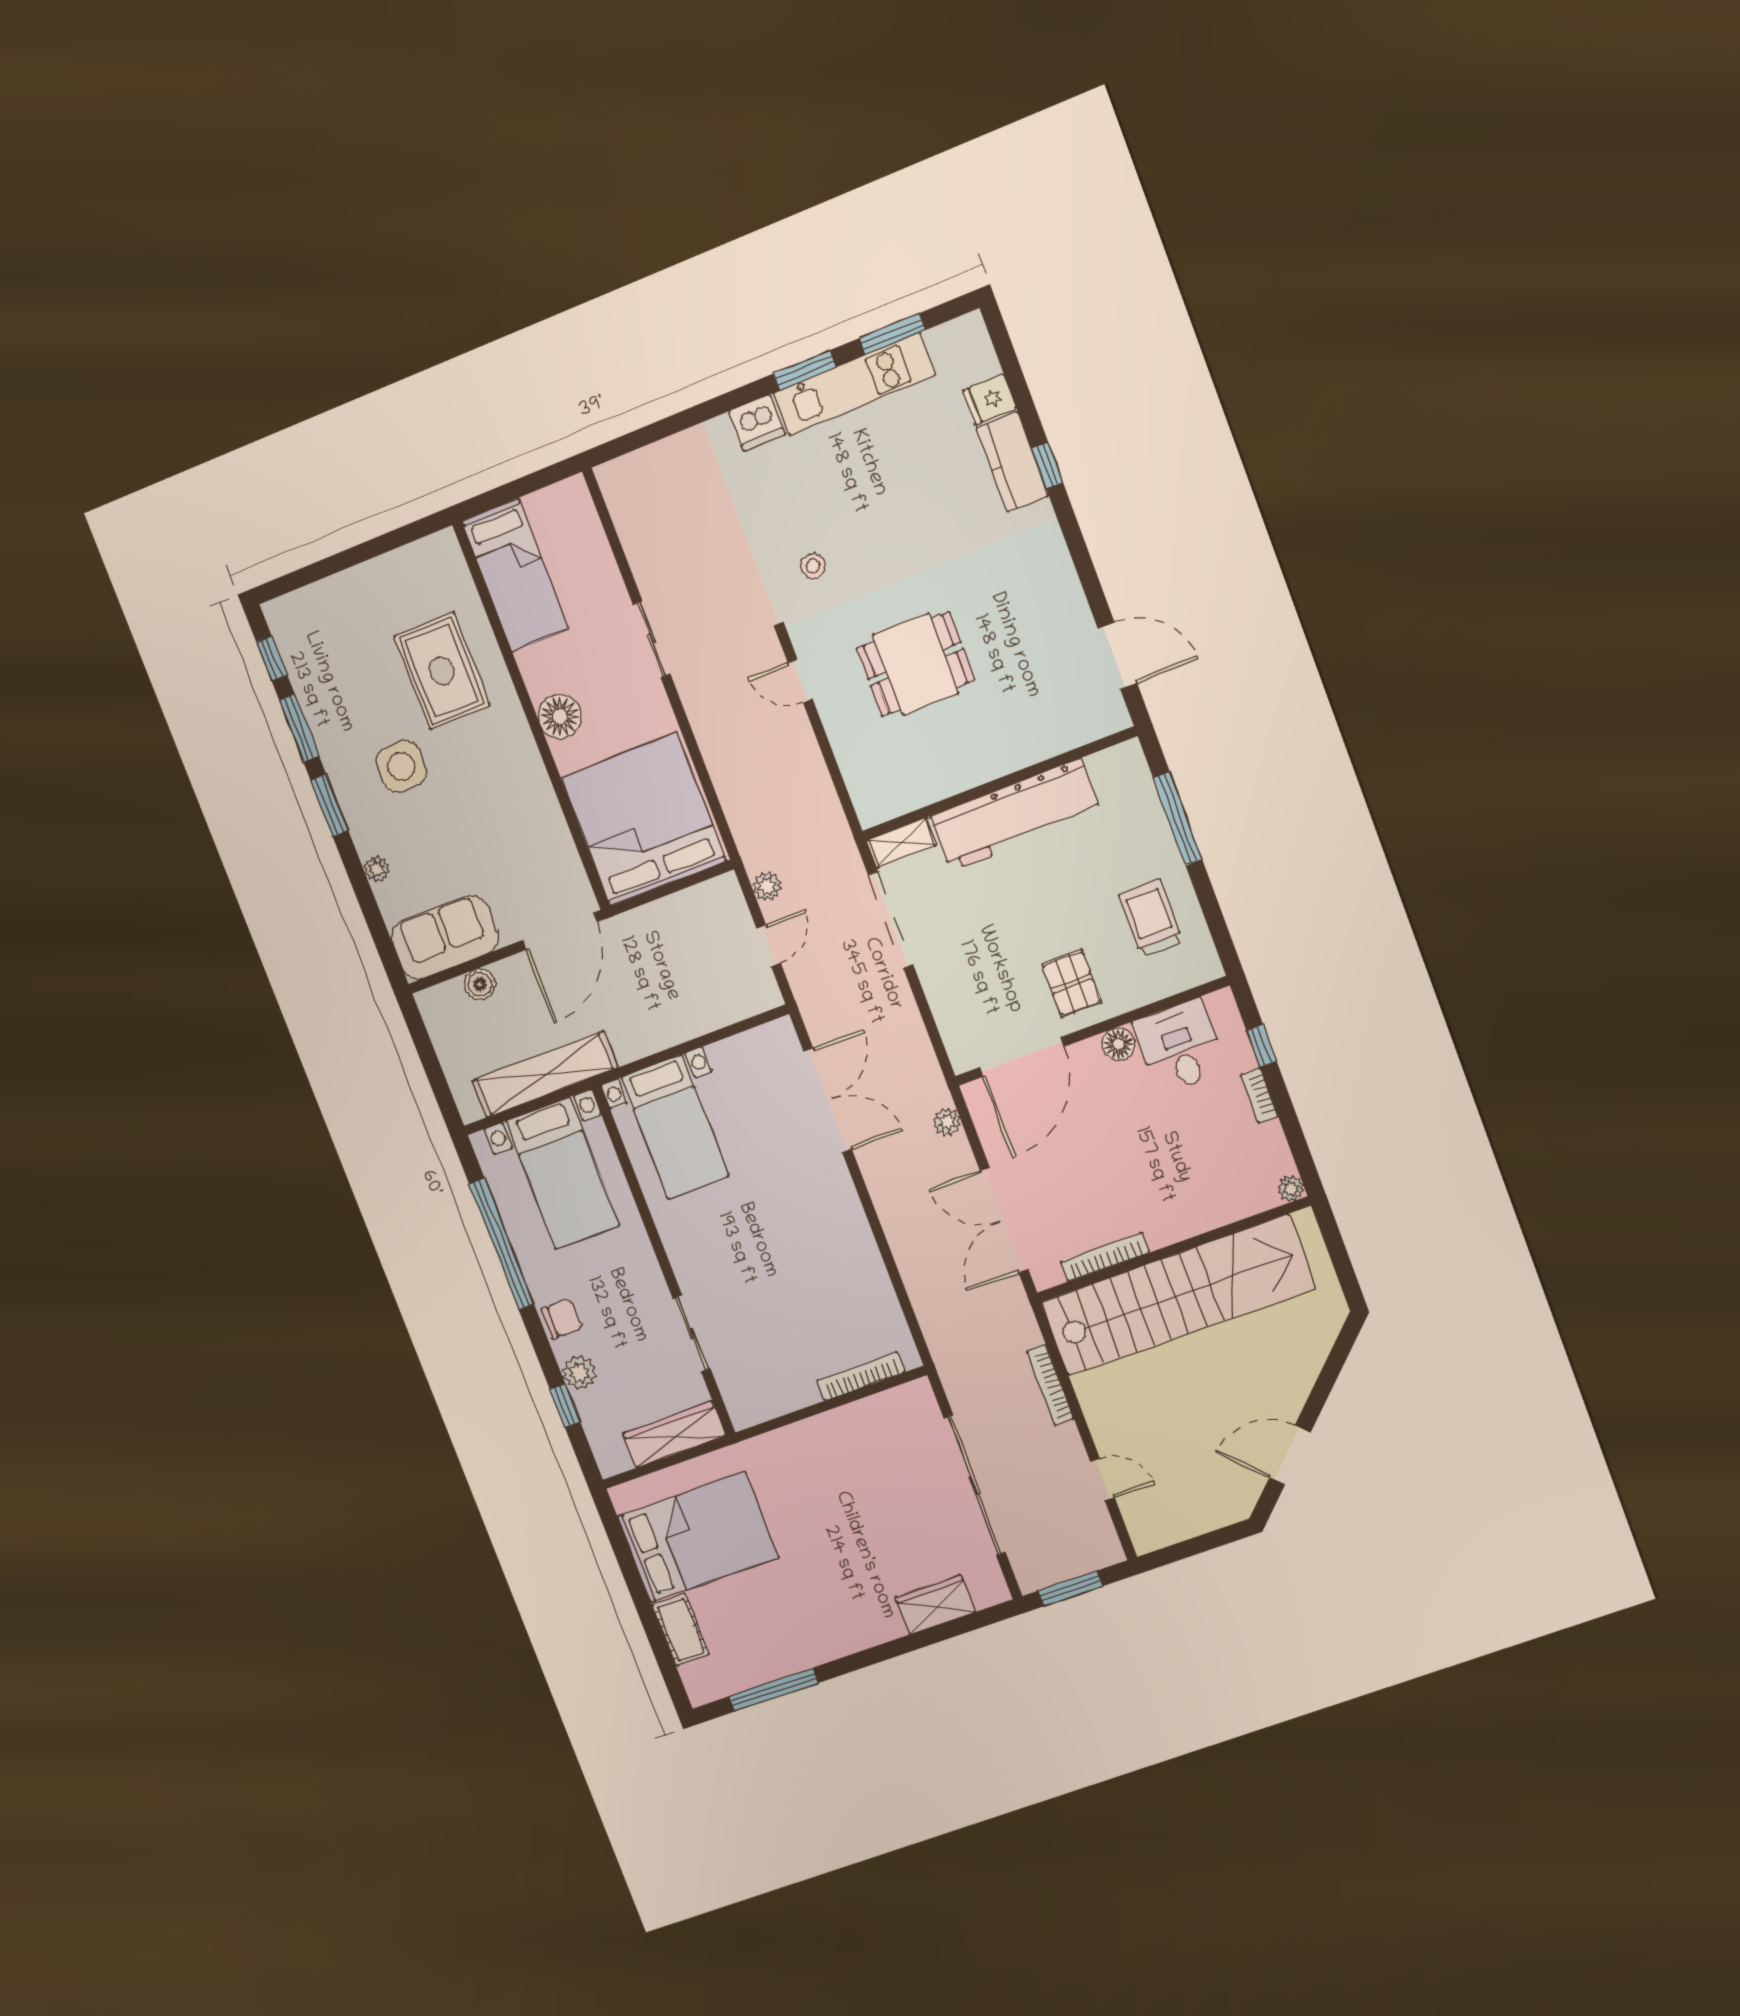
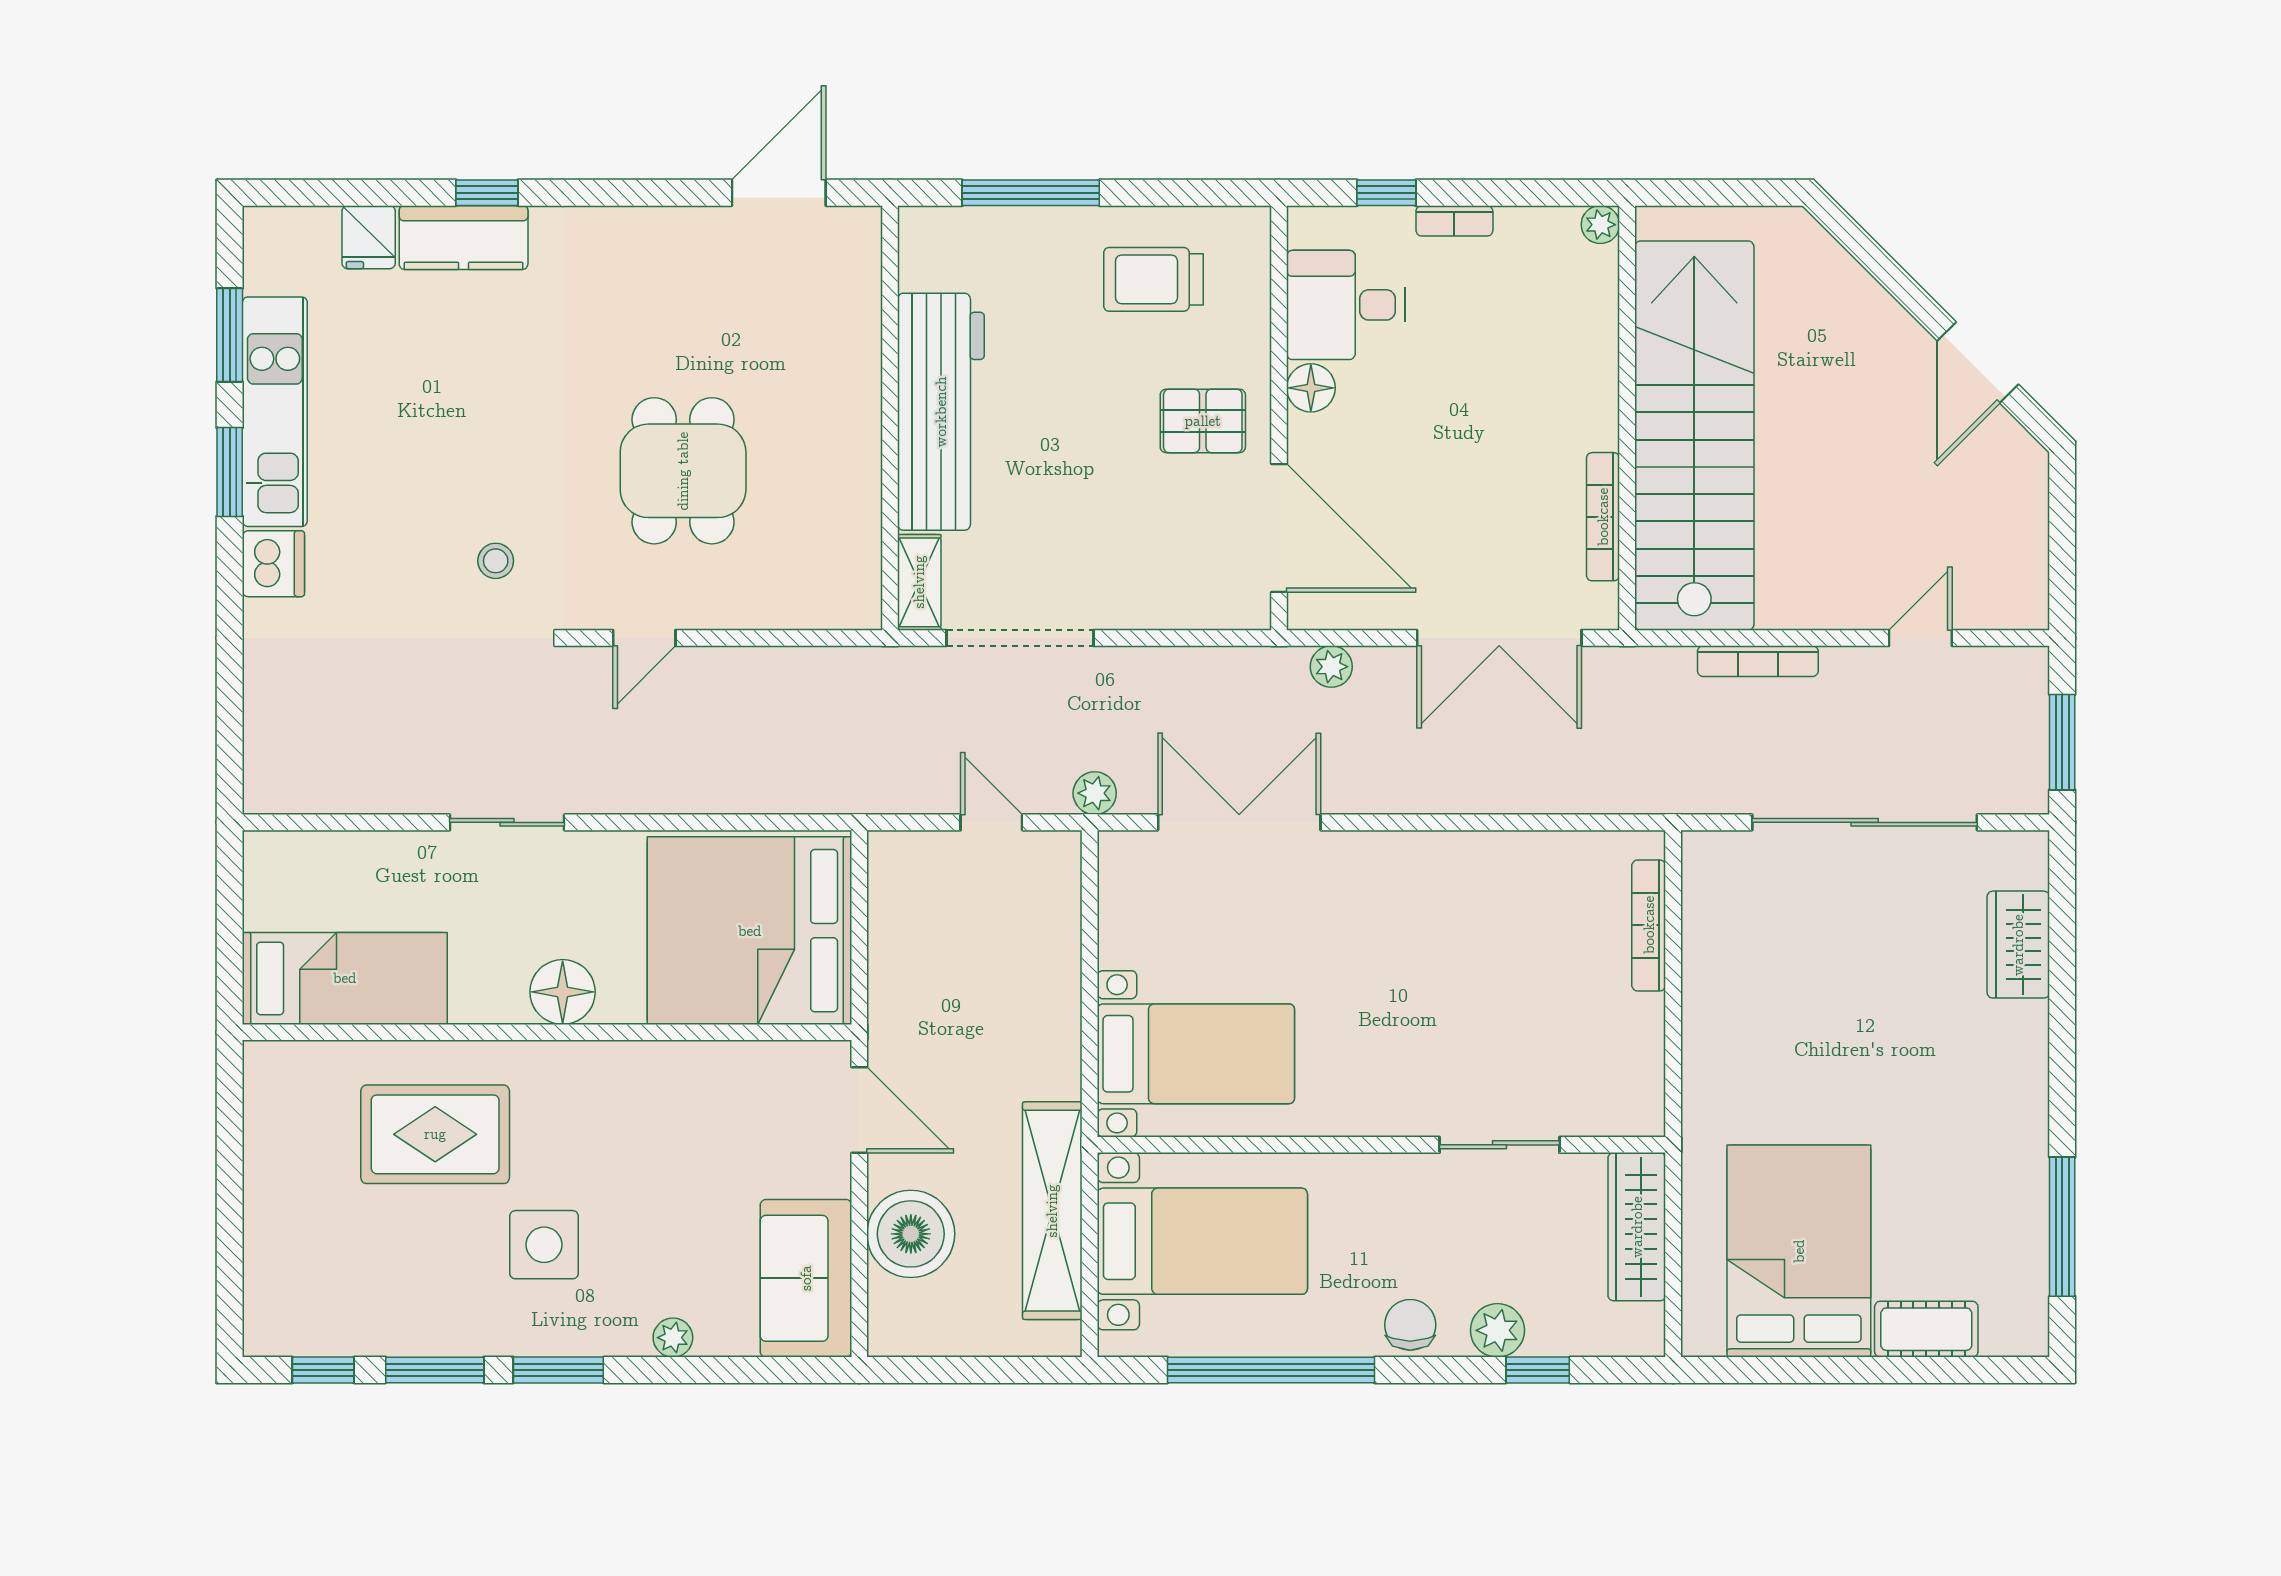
plant: (767, 886) -> (1095, 793), moved
door: (560, 931) -> (859, 1110), width x0.73
boiler: (480, 984) -> (911, 1234), width x1.86, depth x1.86

